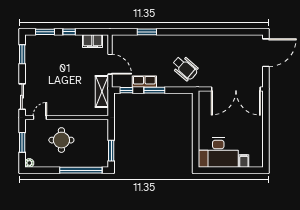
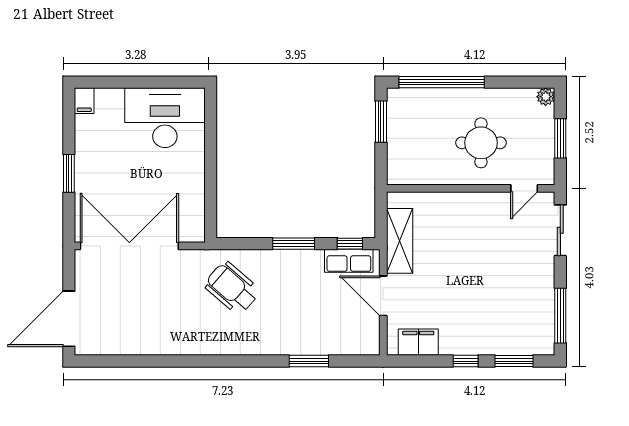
window: (22, 54) -> (560, 316), width x1.44
row of seats: (144, 82) -> (349, 261), moved
window: (266, 125) -> (69, 173), added
filing cabinet: (244, 161) -> (84, 101), moved

